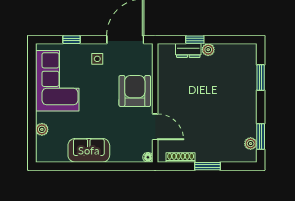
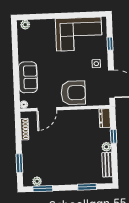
dresser: (188, 50) -> (105, 118), moved
bench: (232, 50) -> (107, 165), added
plant: (42, 129) -> (25, 25), moved
sofa: (89, 150) -> (28, 77), moved
window: (207, 166) -> (19, 163), moved

